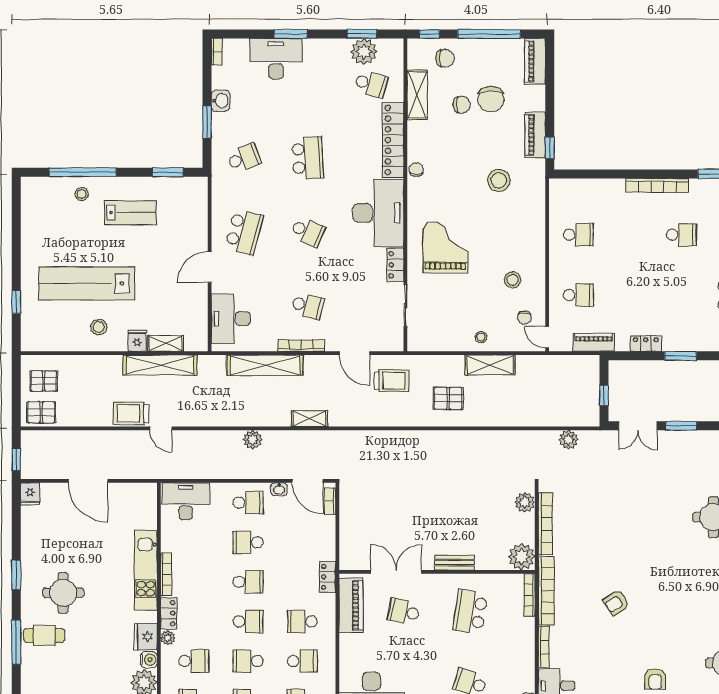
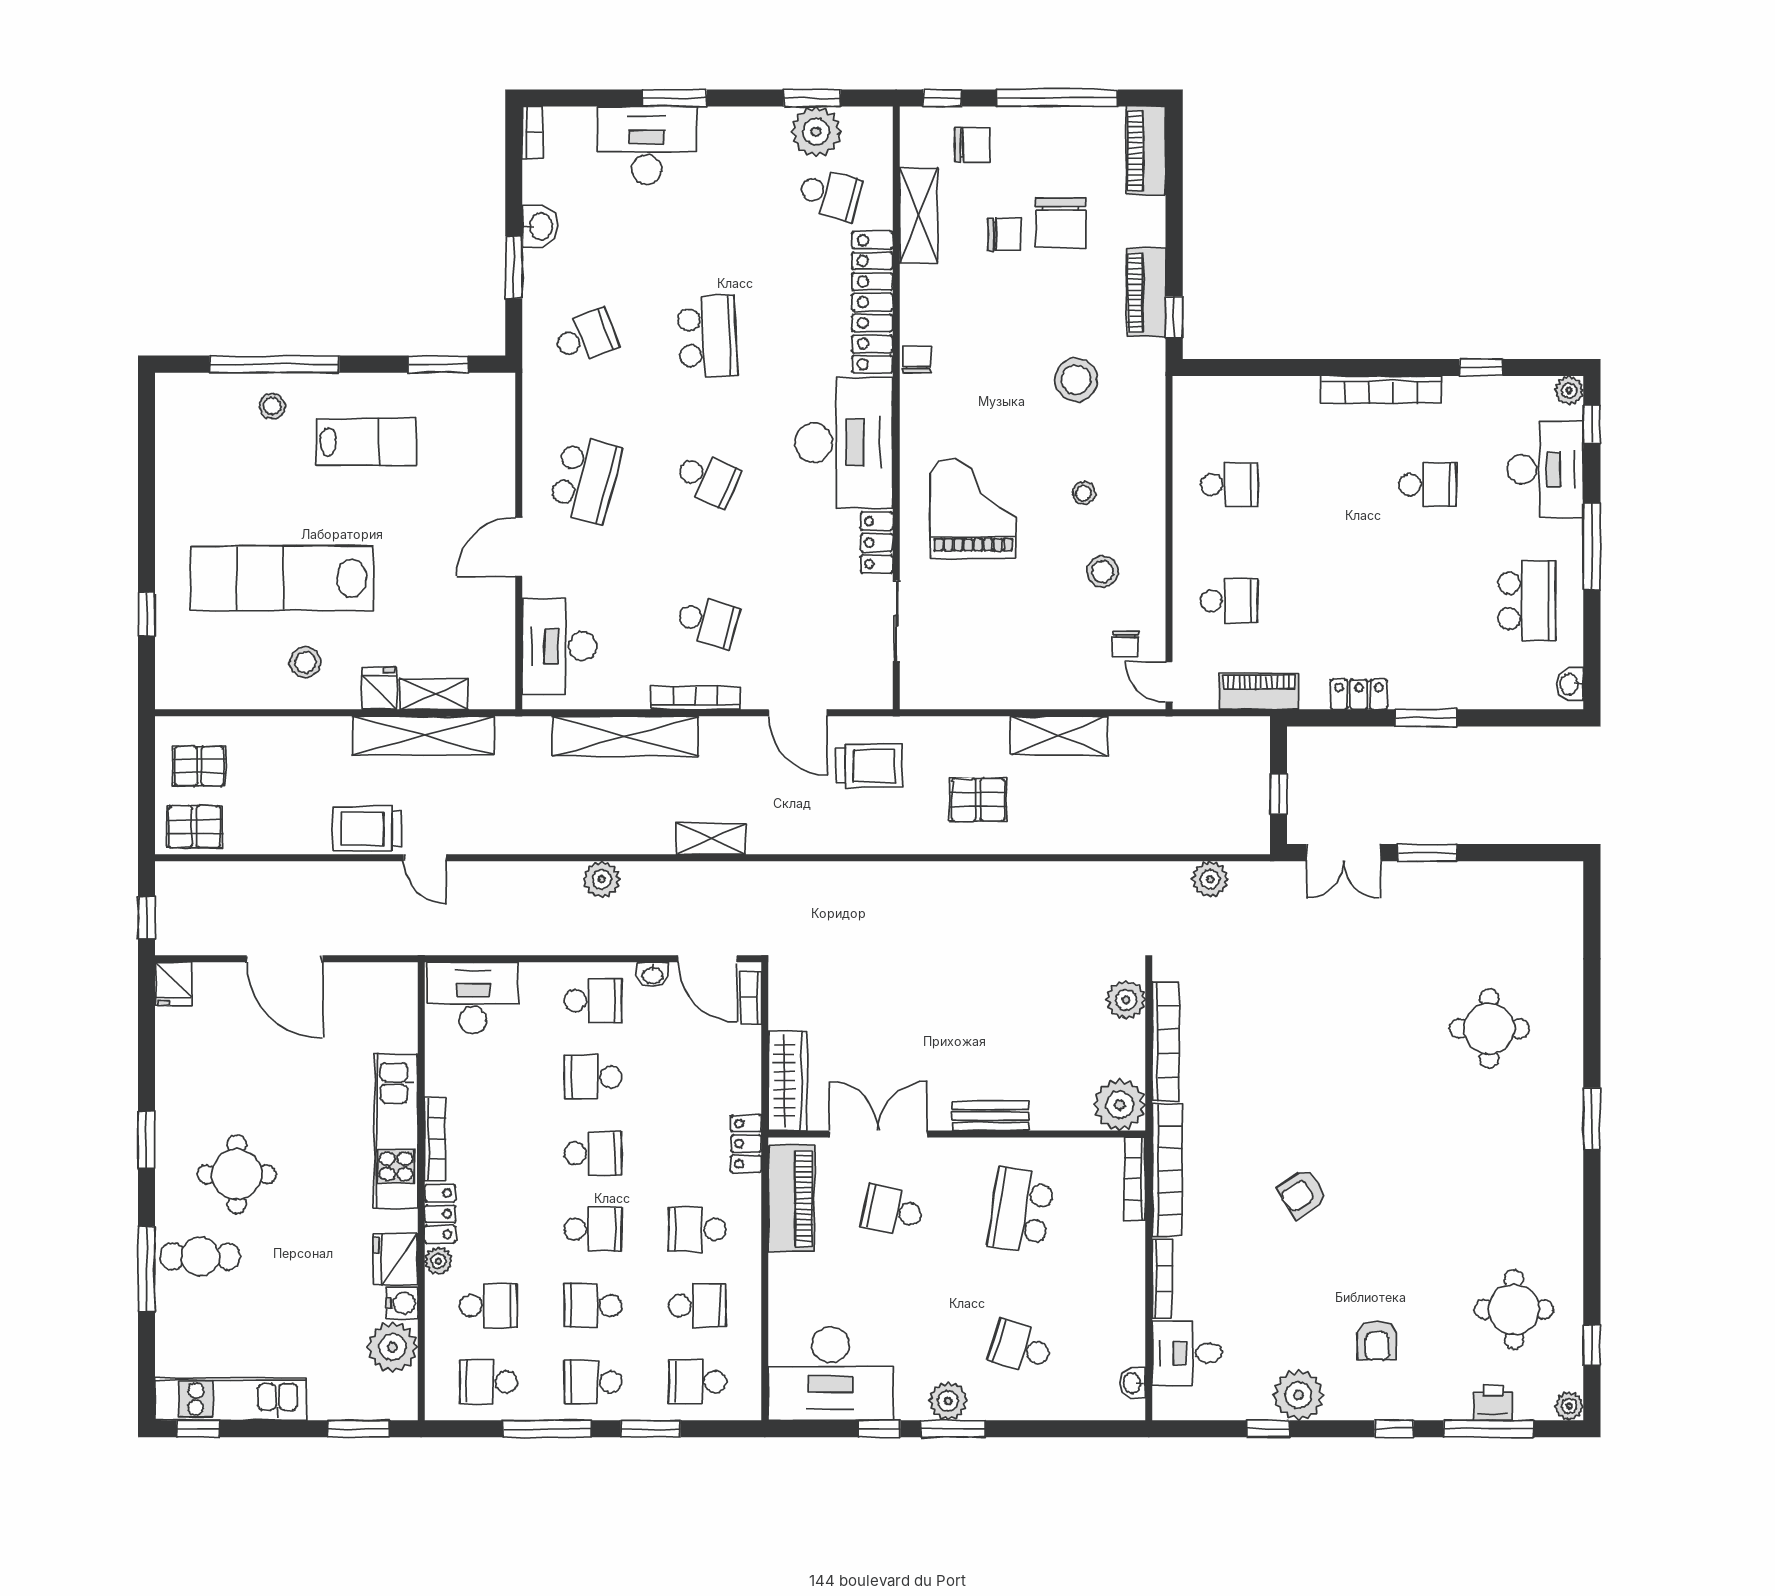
stool: (481, 337) -> (1084, 493), moved
wardrobe: (349, 544) -> (787, 1081), added

